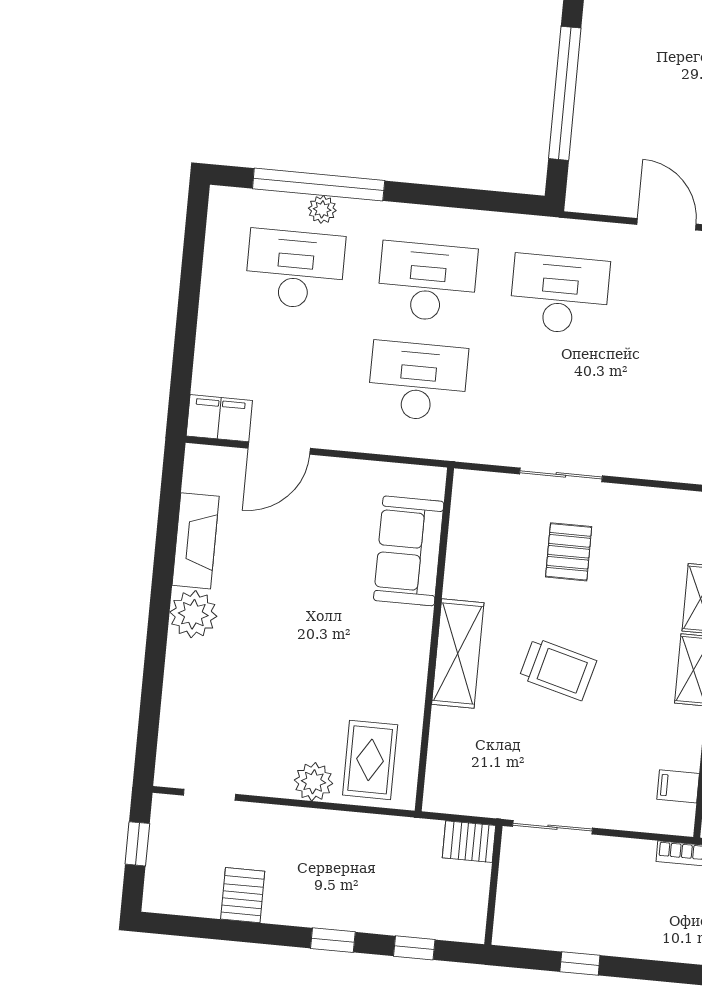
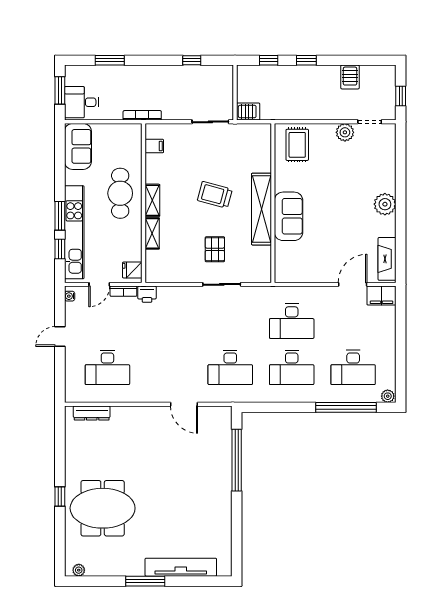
plant: (322, 209) -> (388, 396), moved
fireplace: (196, 541) -> (387, 259), moved
sofa: (409, 551) -> (289, 216), moved
shelving: (458, 654) -> (262, 209), width x1.47
plant: (313, 782) -> (345, 132), moved

